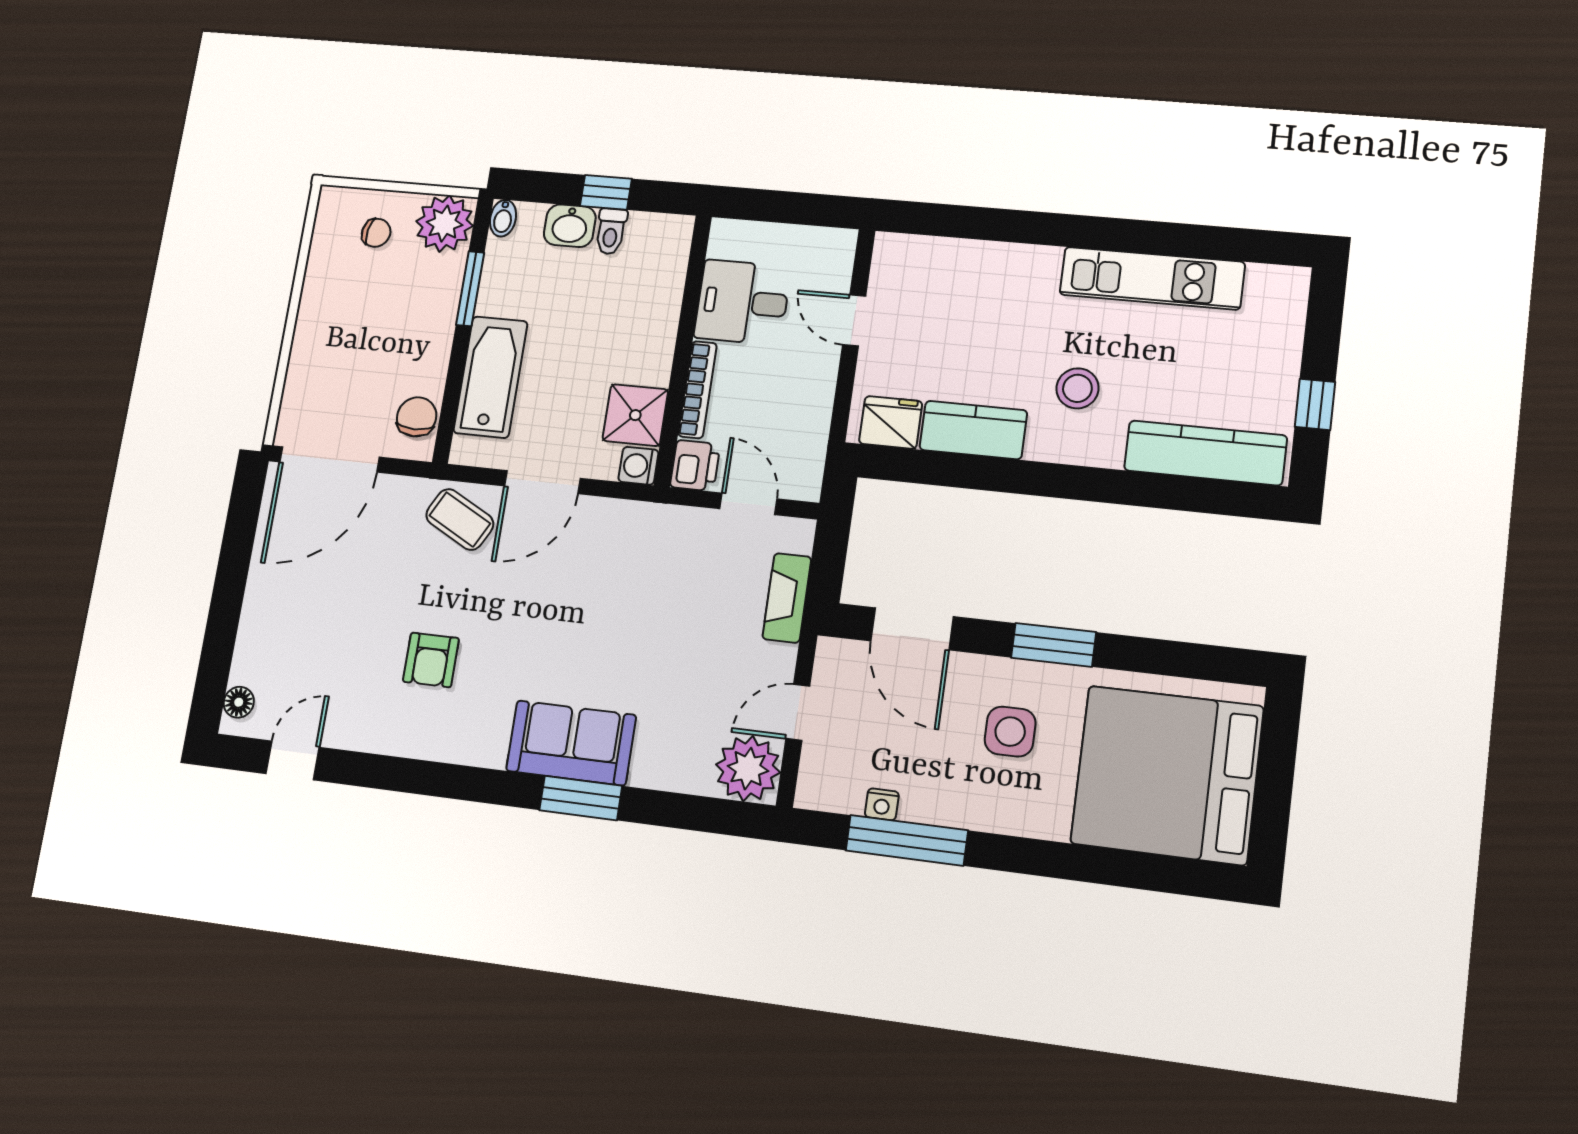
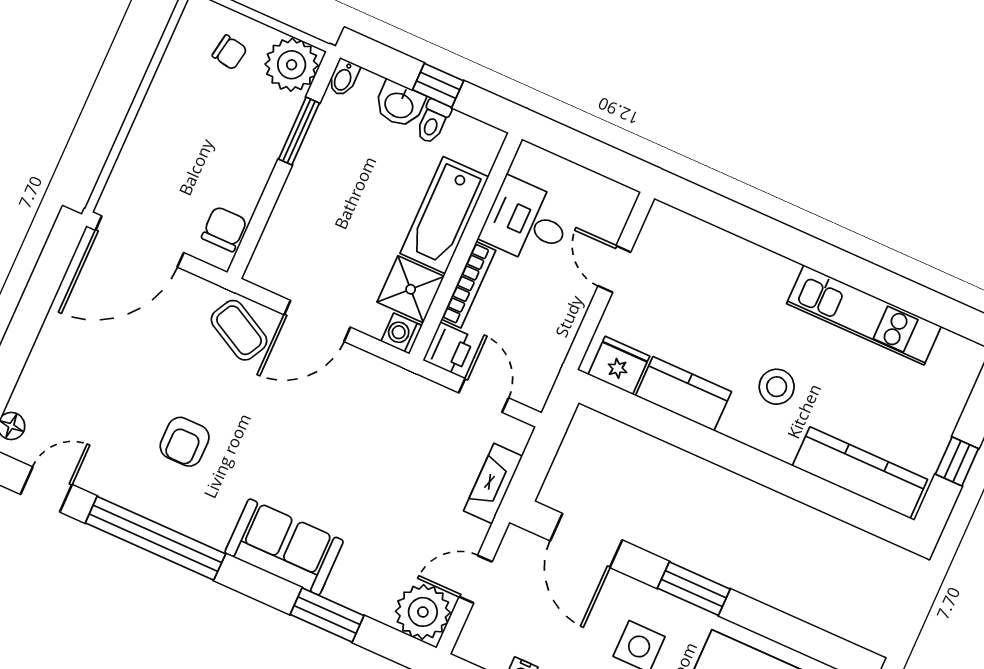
bathtub: (491, 377) -> (444, 215), moved, turned 180
window: (425, 778) -> (155, 538), added
window: (581, 798) -> (327, 615), moved

